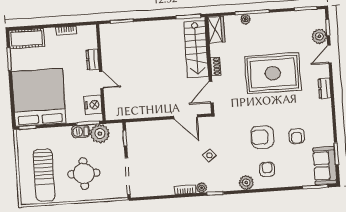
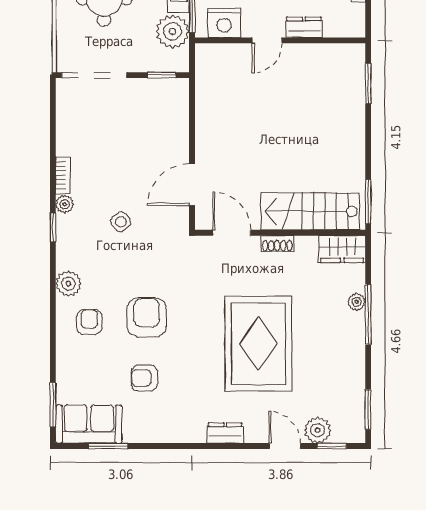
armchair: (267, 169) -> (89, 322), turned -90

